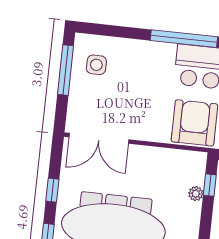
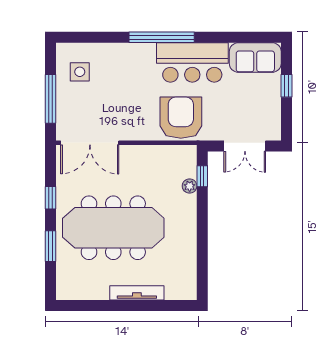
window: (66, 70) -> (50, 99), moved

